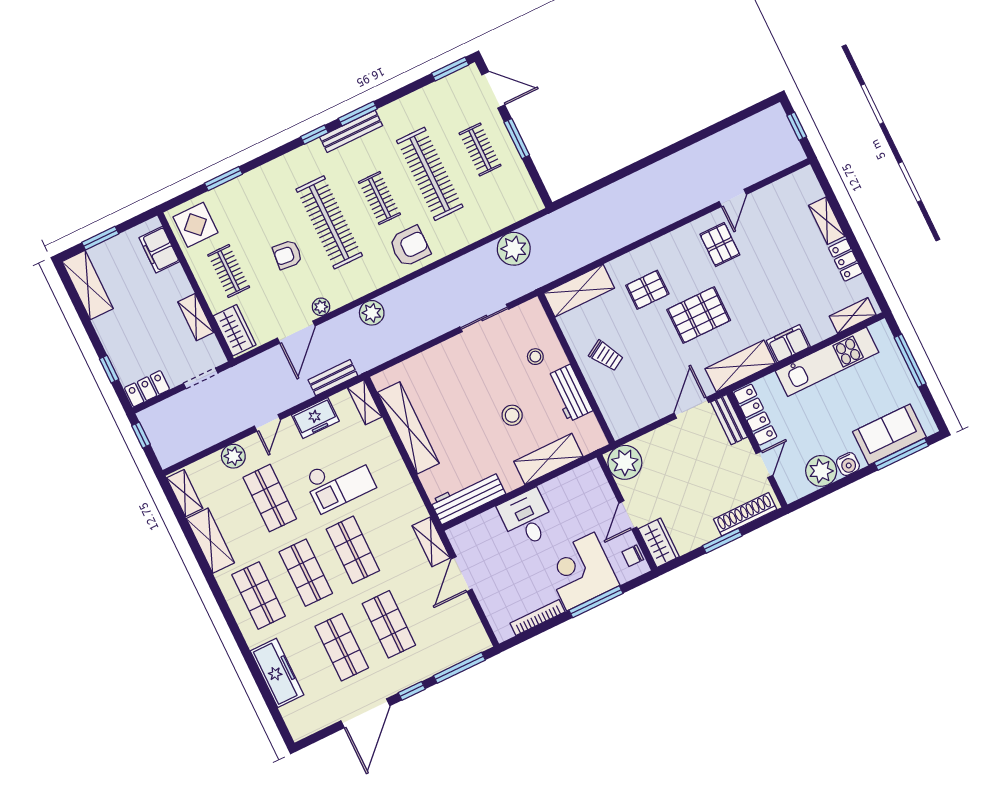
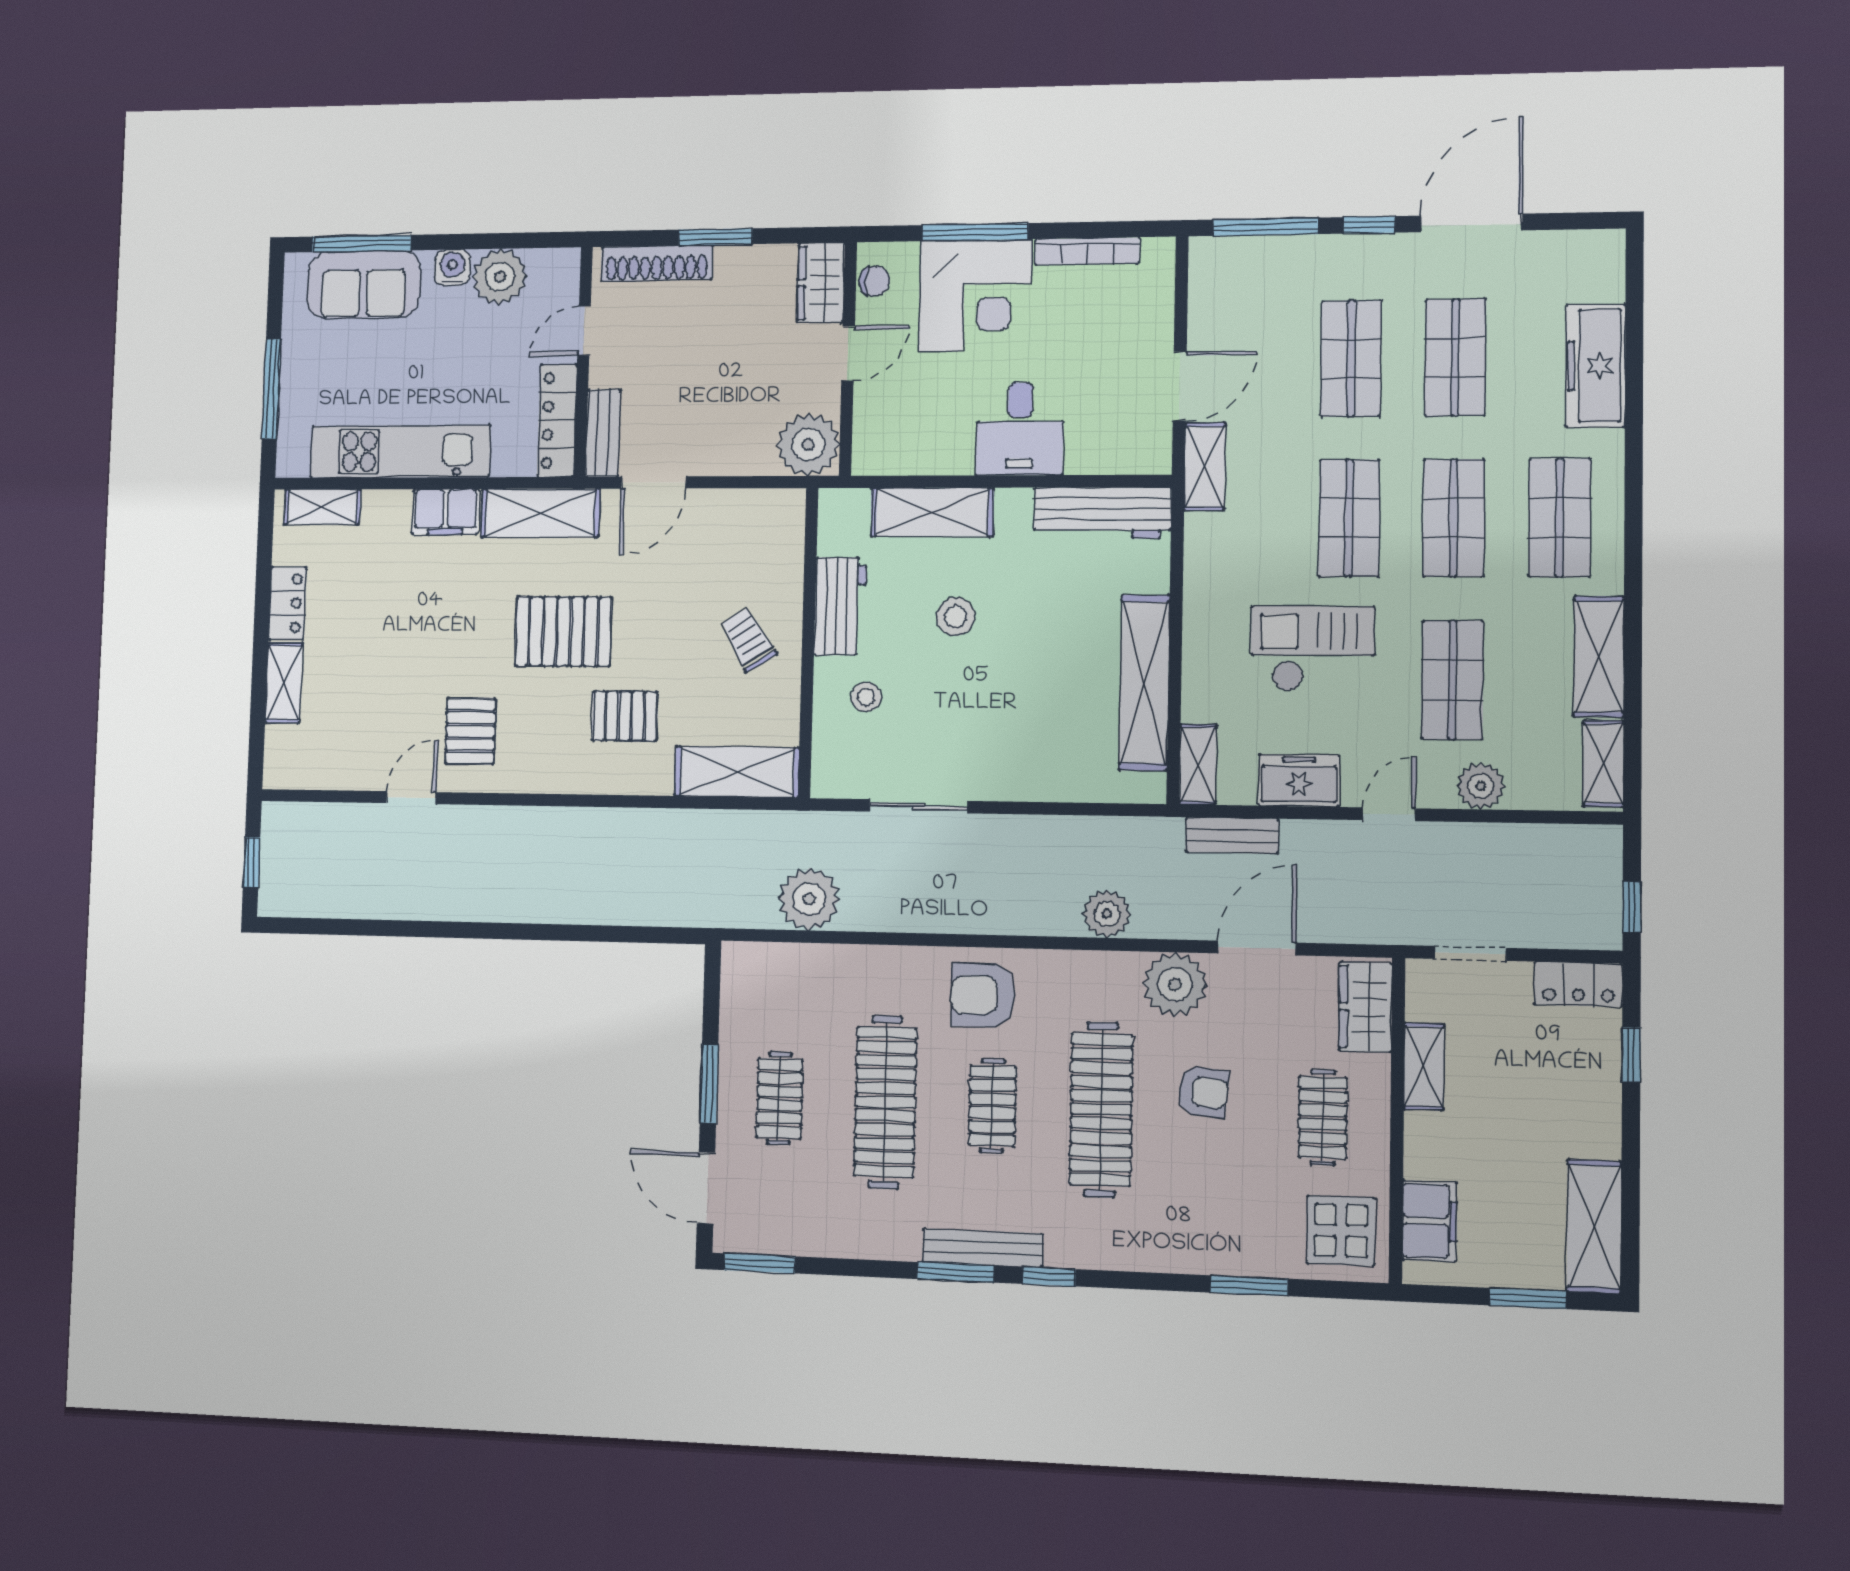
plant: (321, 307) -> (1175, 984), width x1.87, depth x1.87

